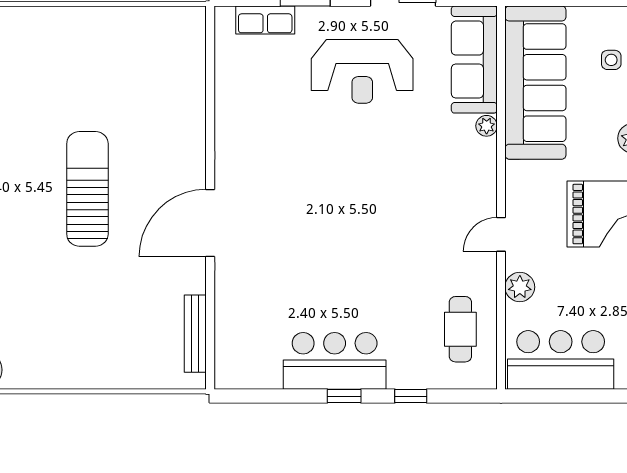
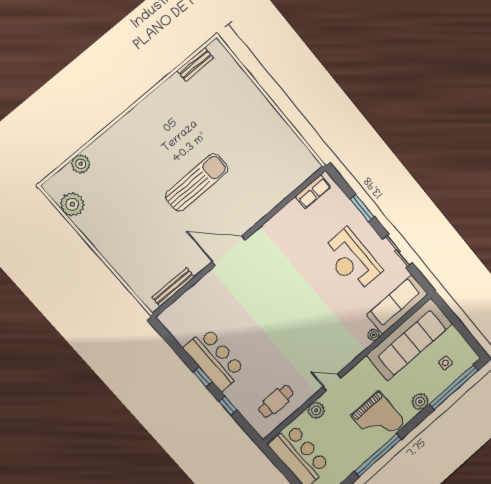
row of seats: (265, 20) -> (313, 192), moved, turned -90

